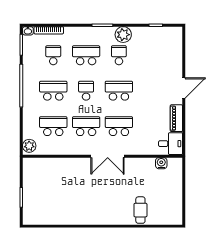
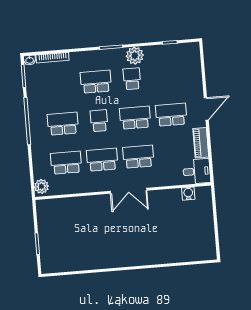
school desk: (53, 55) -> (171, 115), moved, width x1.85
cafe table: (140, 210) -> (170, 247), removed

